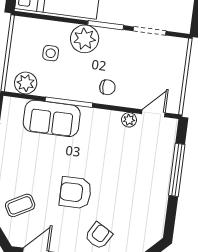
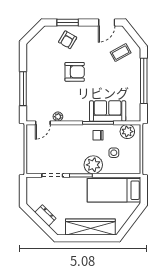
chair: (107, 87) -> (98, 135), moved
armchair: (75, 193) -> (75, 72), moved

